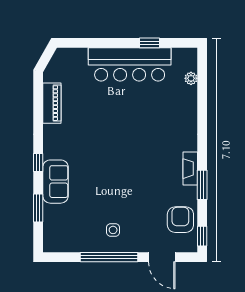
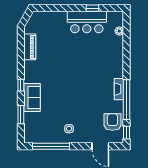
bar counter: (130, 64) -> (87, 22), width x0.73
window: (202, 185) -> (126, 100), width x2.11
window: (109, 257) -> (51, 146), moved

